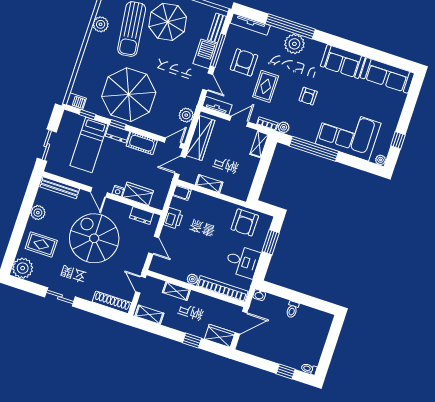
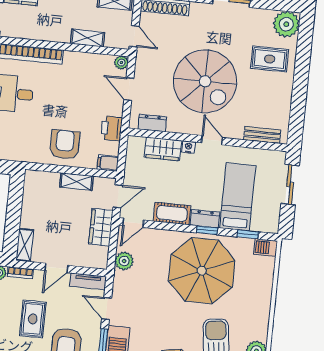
wardrobe: (200, 138) -> (101, 227), width x0.67
bench: (60, 188) -> (262, 135), width x0.73
plant: (38, 213) -> (283, 98), removed
armchair: (245, 222) -> (65, 145), moved
plant: (192, 279) -> (121, 63), moved

